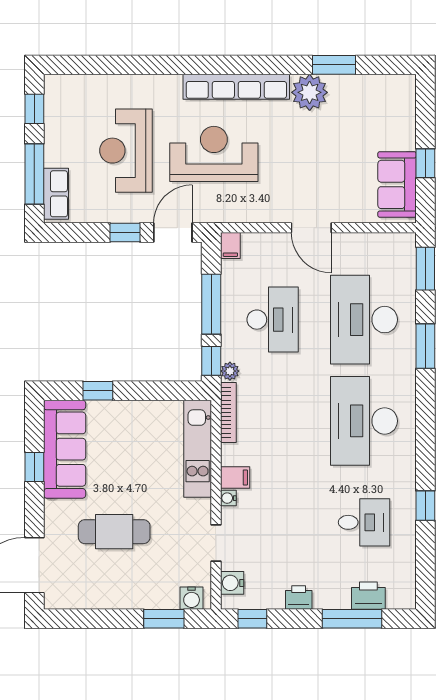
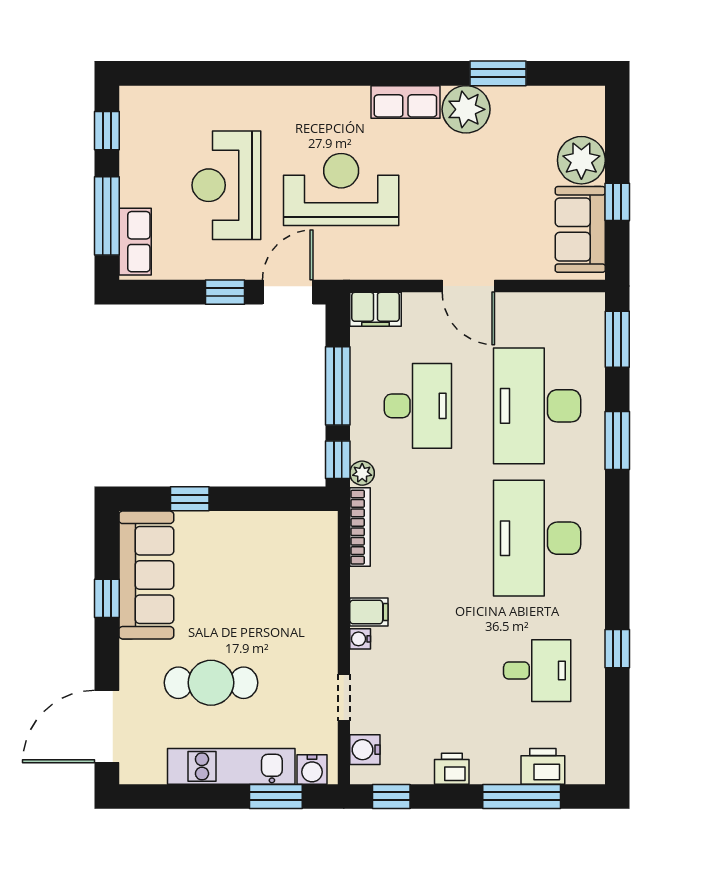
row of seats: (236, 87) -> (405, 102), width x0.50
plant: (398, 131) -> (581, 160), added
filing cabinet: (230, 246) -> (376, 309), width x2.00
kitchen unit: (198, 449) -> (231, 766), moved, turned 90

